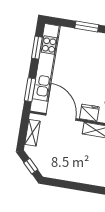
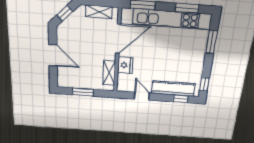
window: (87, 26) -> (212, 42), moved
door: (72, 185) -> (53, 55), added

